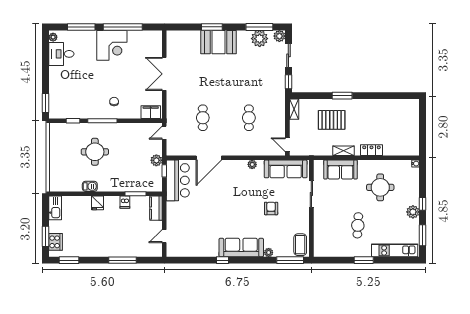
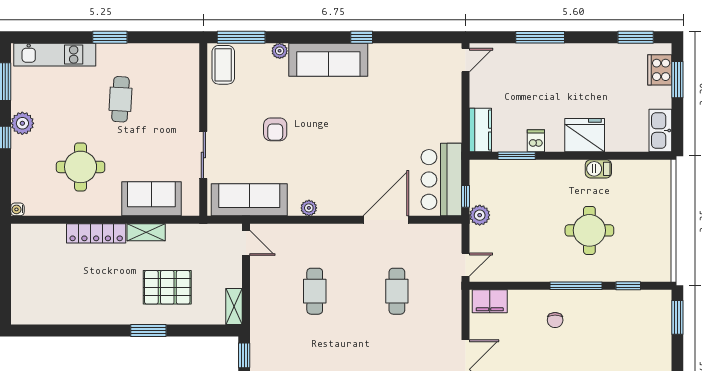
locker: (371, 150) -> (96, 233), width x1.53
fridge: (98, 203) -> (585, 135), width x1.88, depth x1.34
door: (164, 236) -> (466, 60), moved

